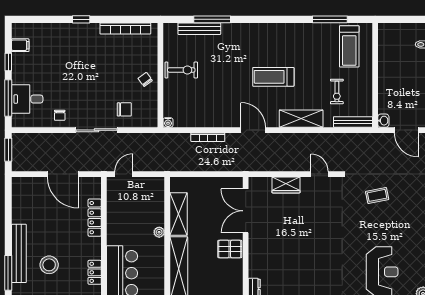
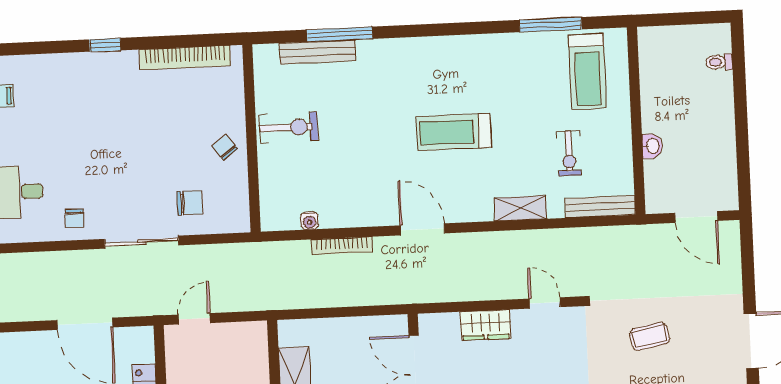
shelving: (301, 119) -> (520, 208), width x0.67, depth x0.75
washbasin: (383, 121) -> (652, 146), moved
water cooler: (168, 122) -> (309, 221), moved

